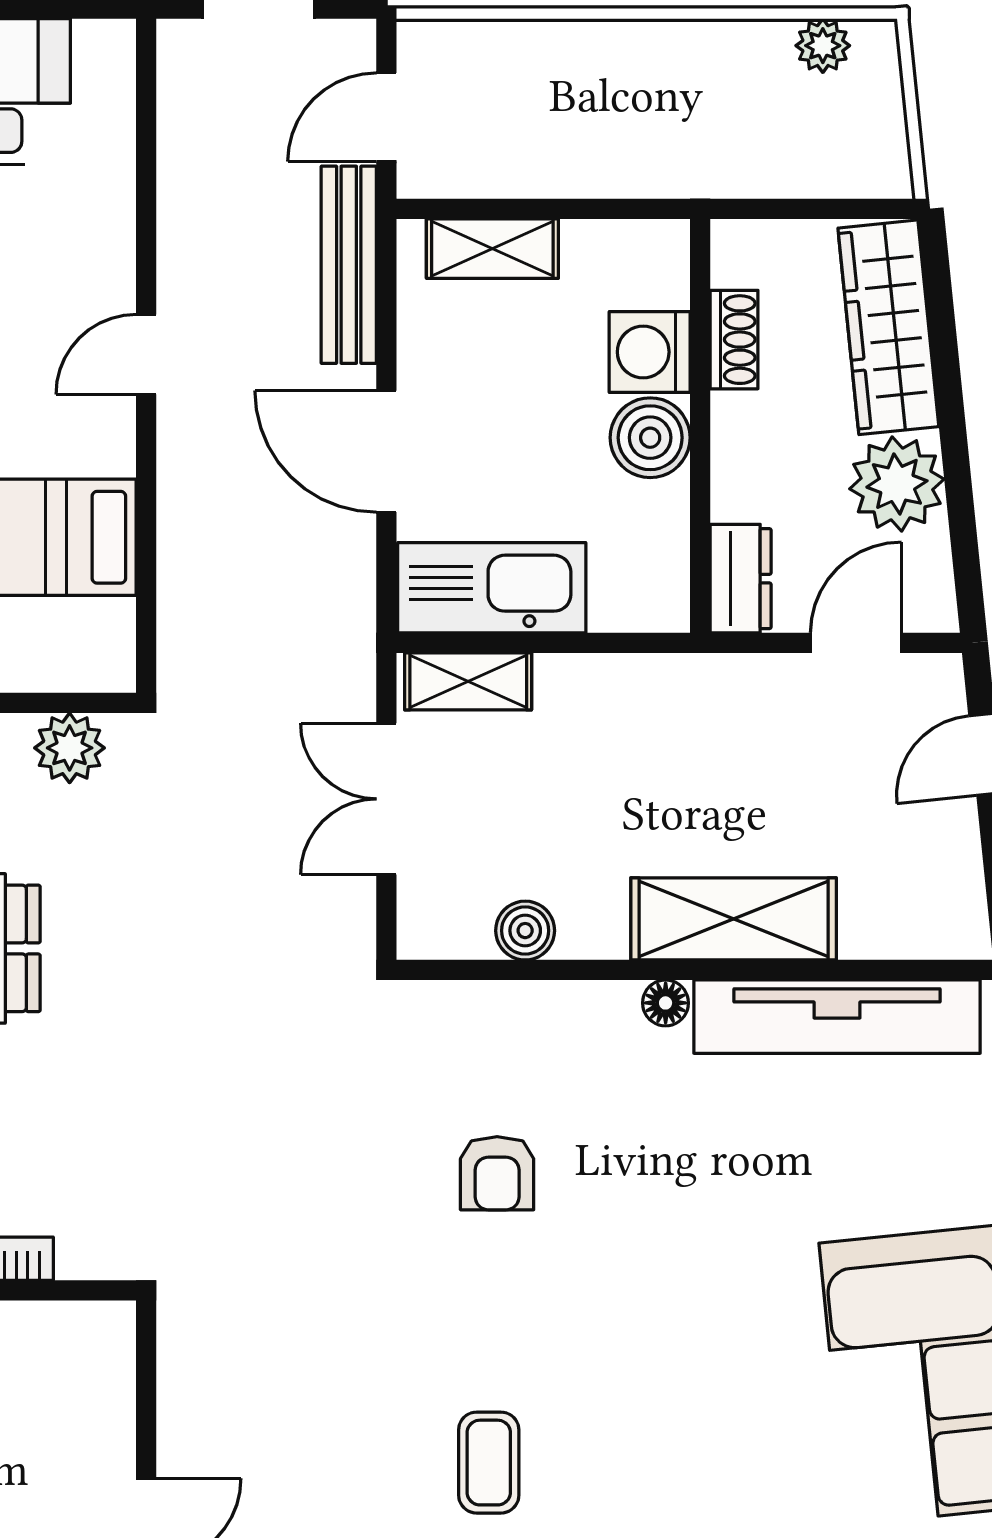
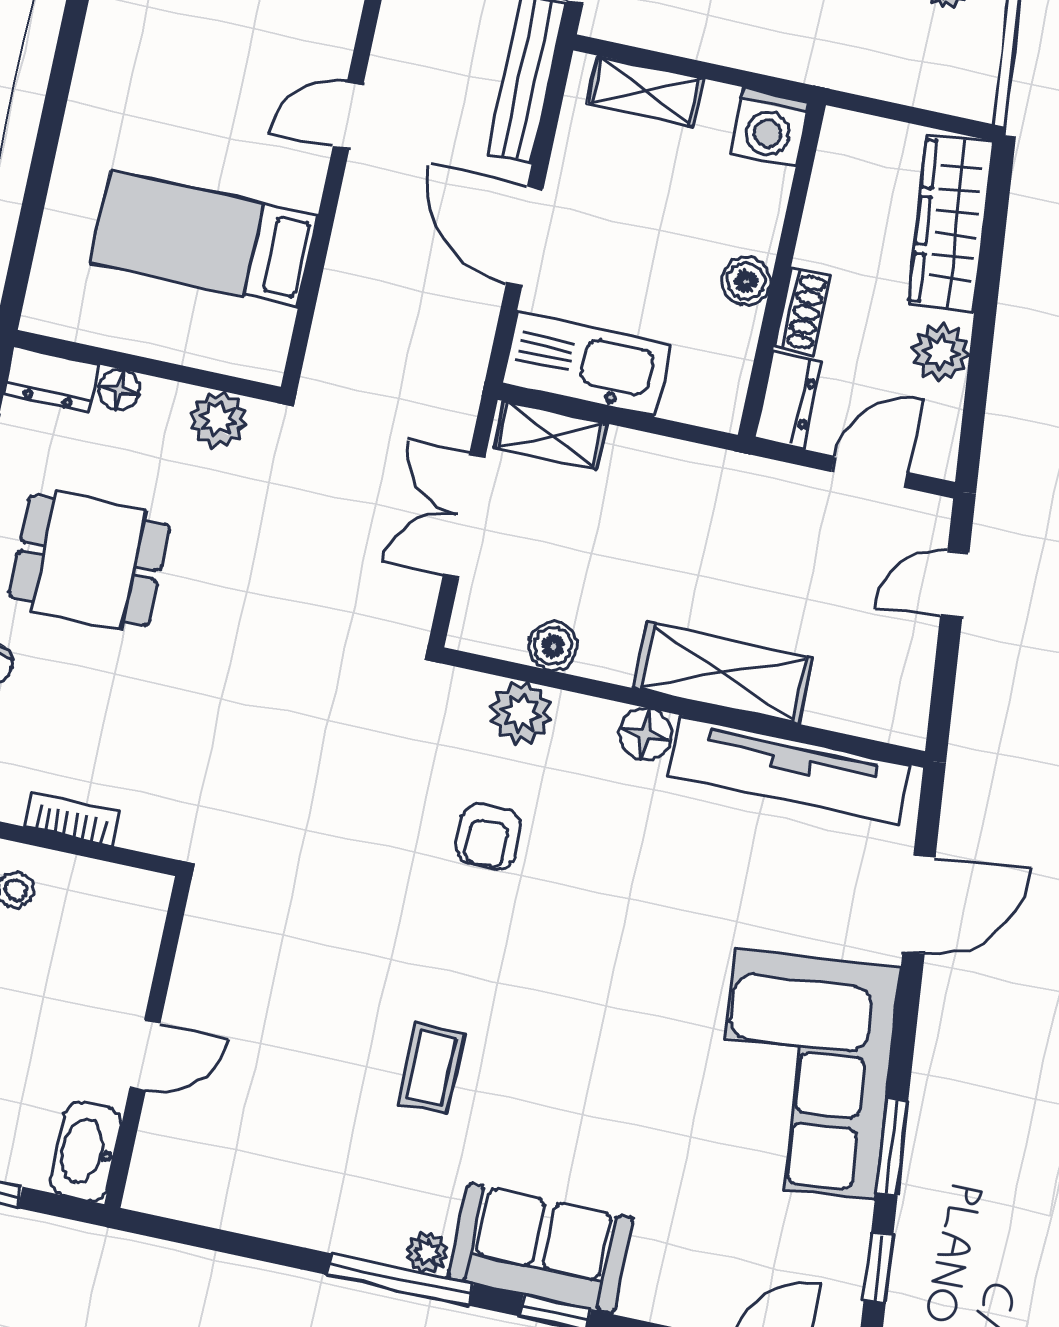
shoe rack: (734, 340) -> (802, 311), moved
washing machine: (650, 352) -> (769, 127), moved, turned -90
boiler: (650, 438) -> (746, 281), width x0.73, depth x0.73
plant: (897, 484) -> (941, 352), width x0.73, depth x0.73
floor lamp: (666, 1003) -> (645, 734), width x1.37, depth x1.37
plant: (504, 1018) -> (521, 713), added

